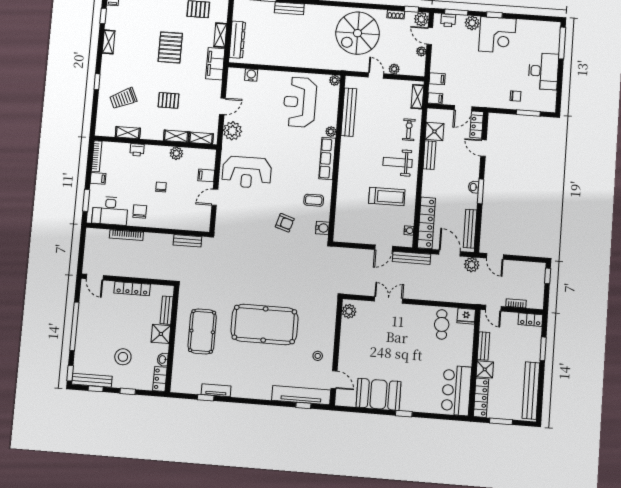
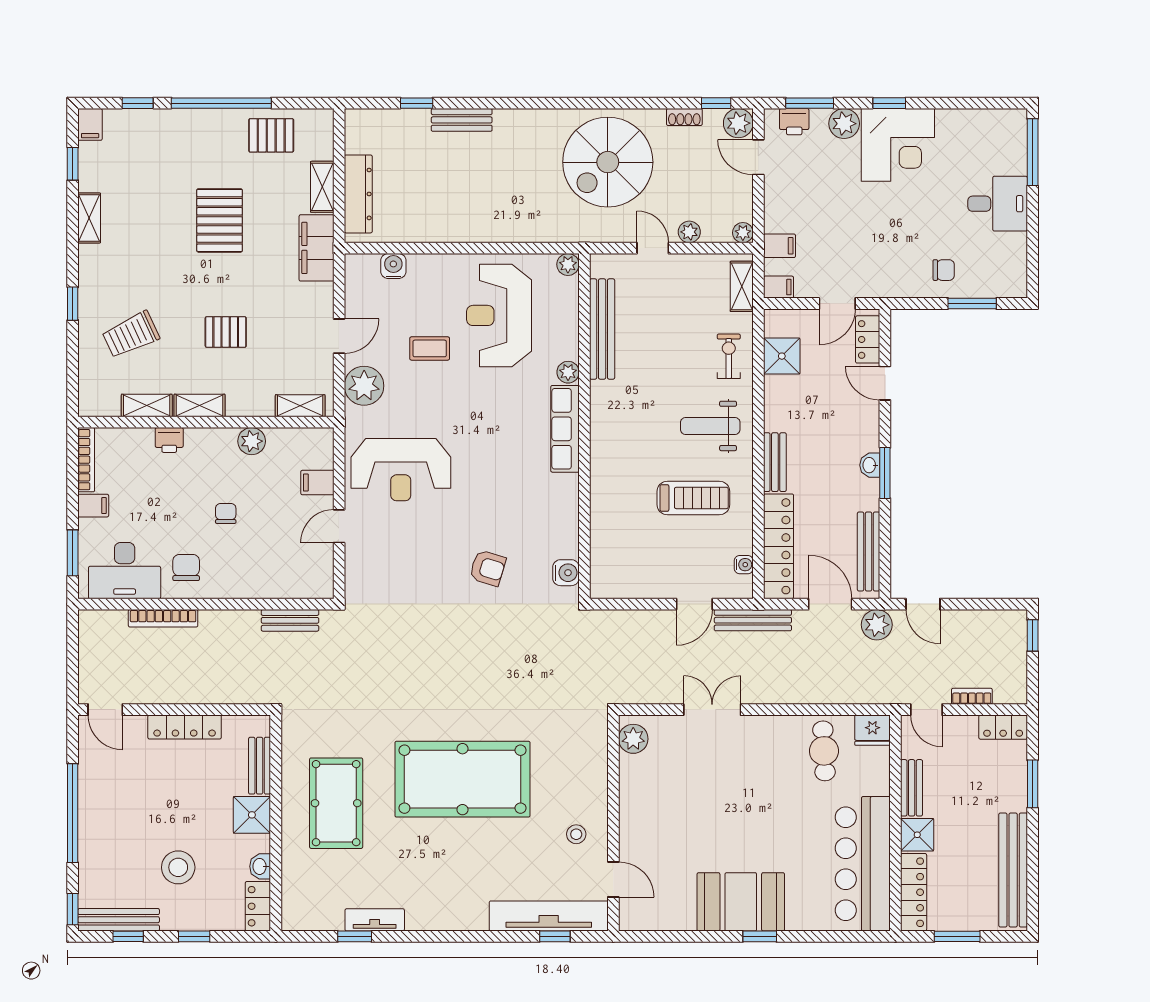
plant: (421, 51) -> (743, 233), moved
desk: (543, 71) -> (998, 204), width x0.73
shelving: (176, 136) -> (199, 405), moved
bench: (429, 155) -> (775, 462), moved
coffee table: (314, 200) -> (430, 348), moved
bar counter: (456, 390) -> (863, 864), width x1.36
booth: (378, 394) -> (741, 902), moved

